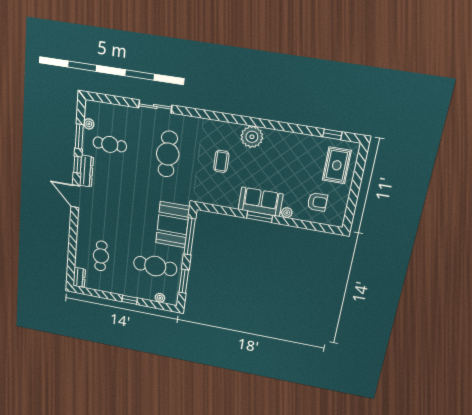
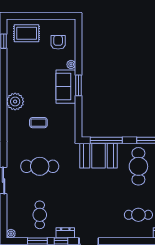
plant: (89, 124) -> (11, 234), moved
dresser: (86, 171) -> (65, 233), width x0.70

